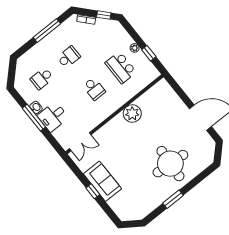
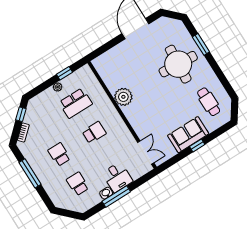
school desk: (42, 78) -> (78, 184), turned 180
cafe table: (137, 198) -> (209, 102), added
window: (173, 199) -> (201, 44), moved

